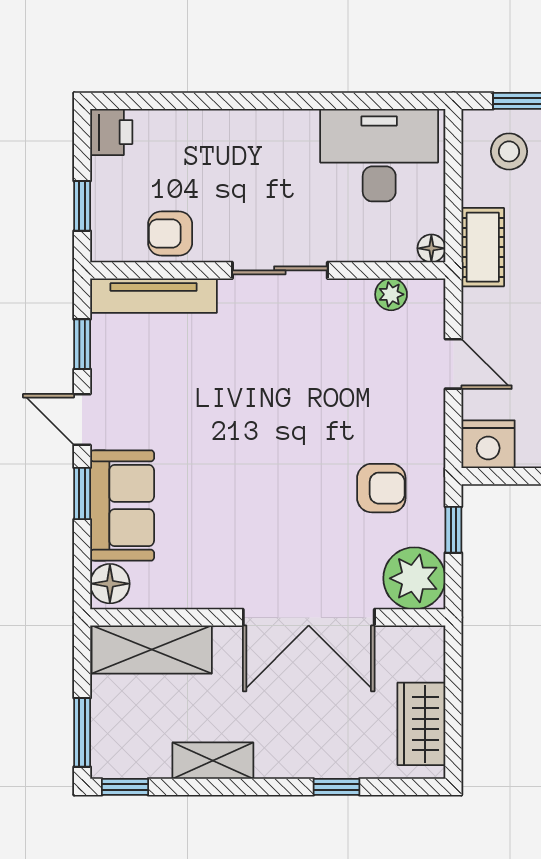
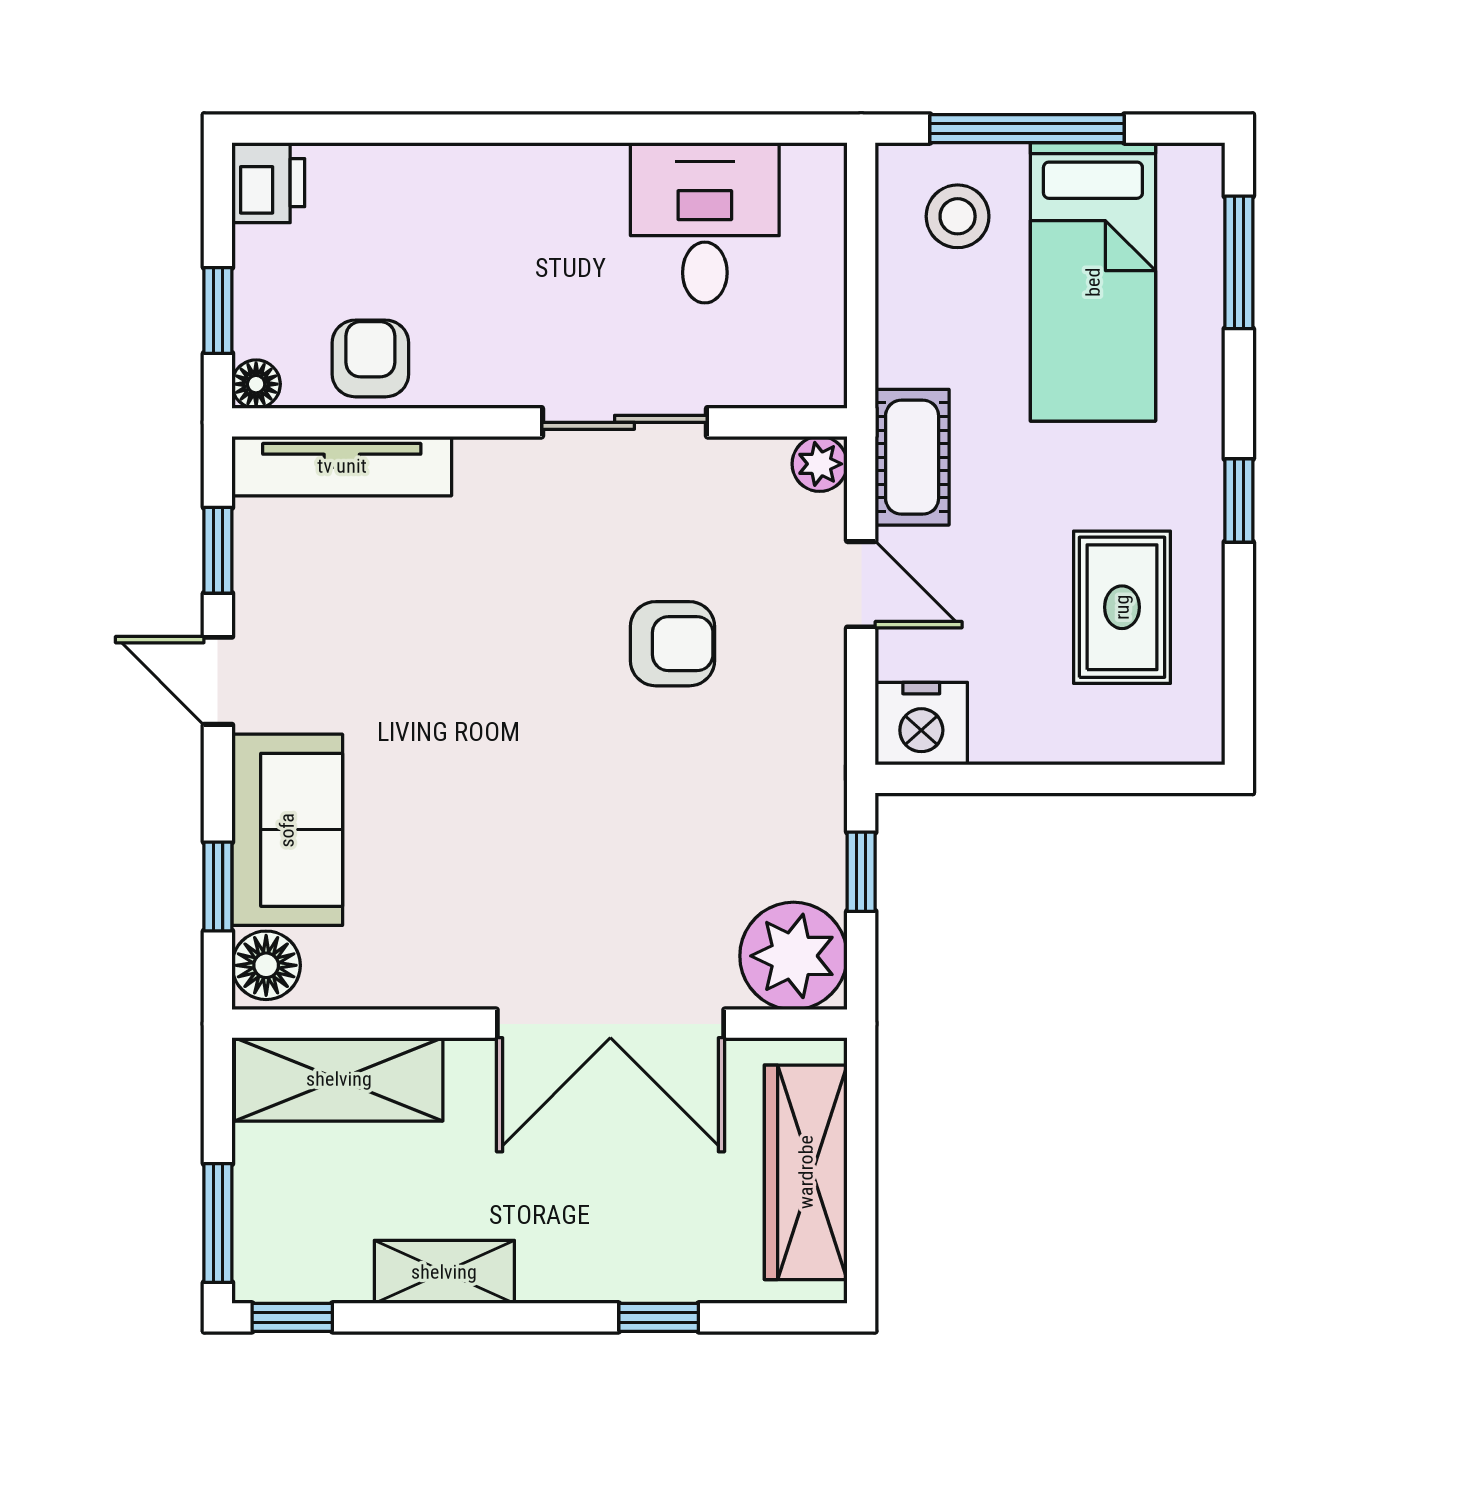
desk: (379, 155) -> (705, 223), width x0.73
armchair: (170, 234) -> (370, 358), turned 90
cot: (483, 247) -> (912, 457), moved
floor lamp: (431, 248) -> (256, 384), moved
sliding door: (280, 270) -> (625, 422), moved
plant: (391, 294) -> (820, 464), moved
armchair: (381, 488) -> (673, 644), moved
window: (82, 494) -> (218, 887), moved
wardrobe: (421, 724) -> (806, 1172), width x1.50

